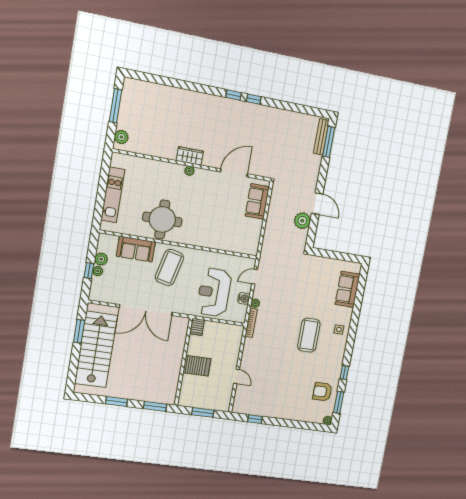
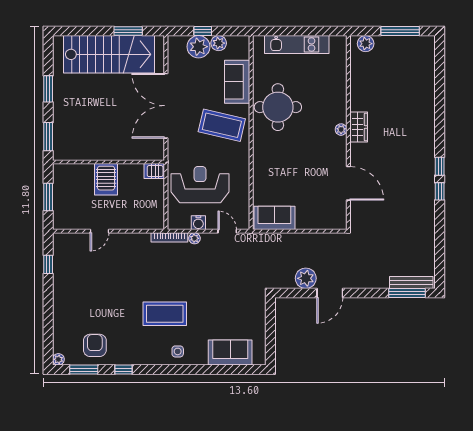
sofa: (257, 201) -> (274, 218), moved
plant: (98, 271) -> (199, 47), width x1.87, depth x1.87

